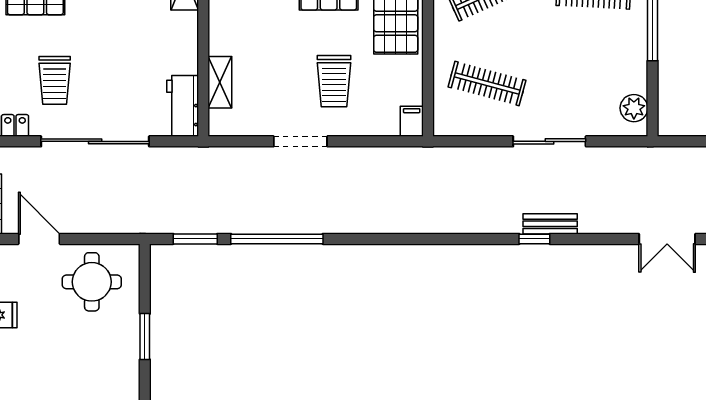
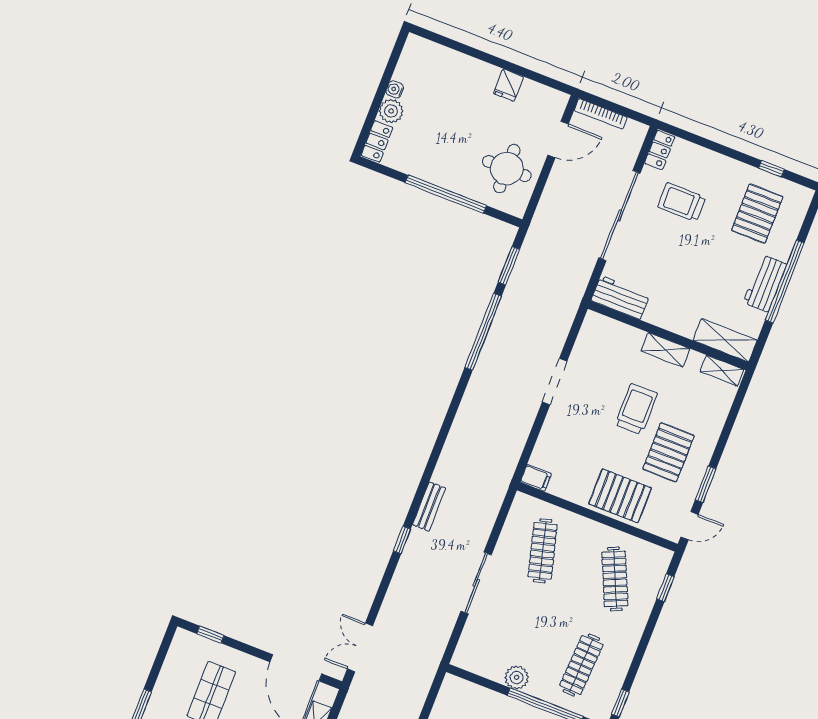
trolley: (334, 81) -> (636, 409), moved, turned 90
shelving: (220, 82) -> (666, 350), moved
clothes rail: (487, 84) -> (543, 551), turned -30
plant: (634, 108) -> (517, 677), moved
bench: (550, 224) -> (429, 507), moved
window: (145, 337) -> (446, 194), width x2.11

